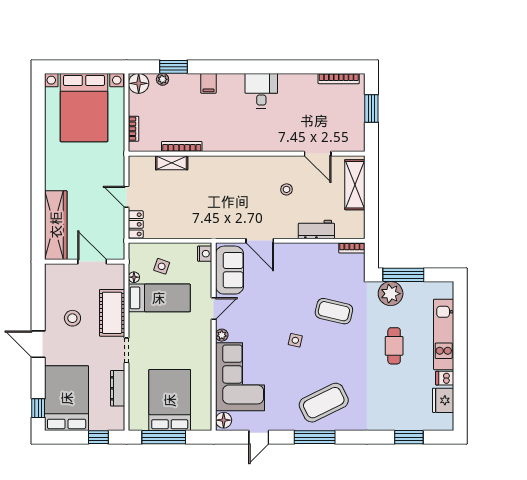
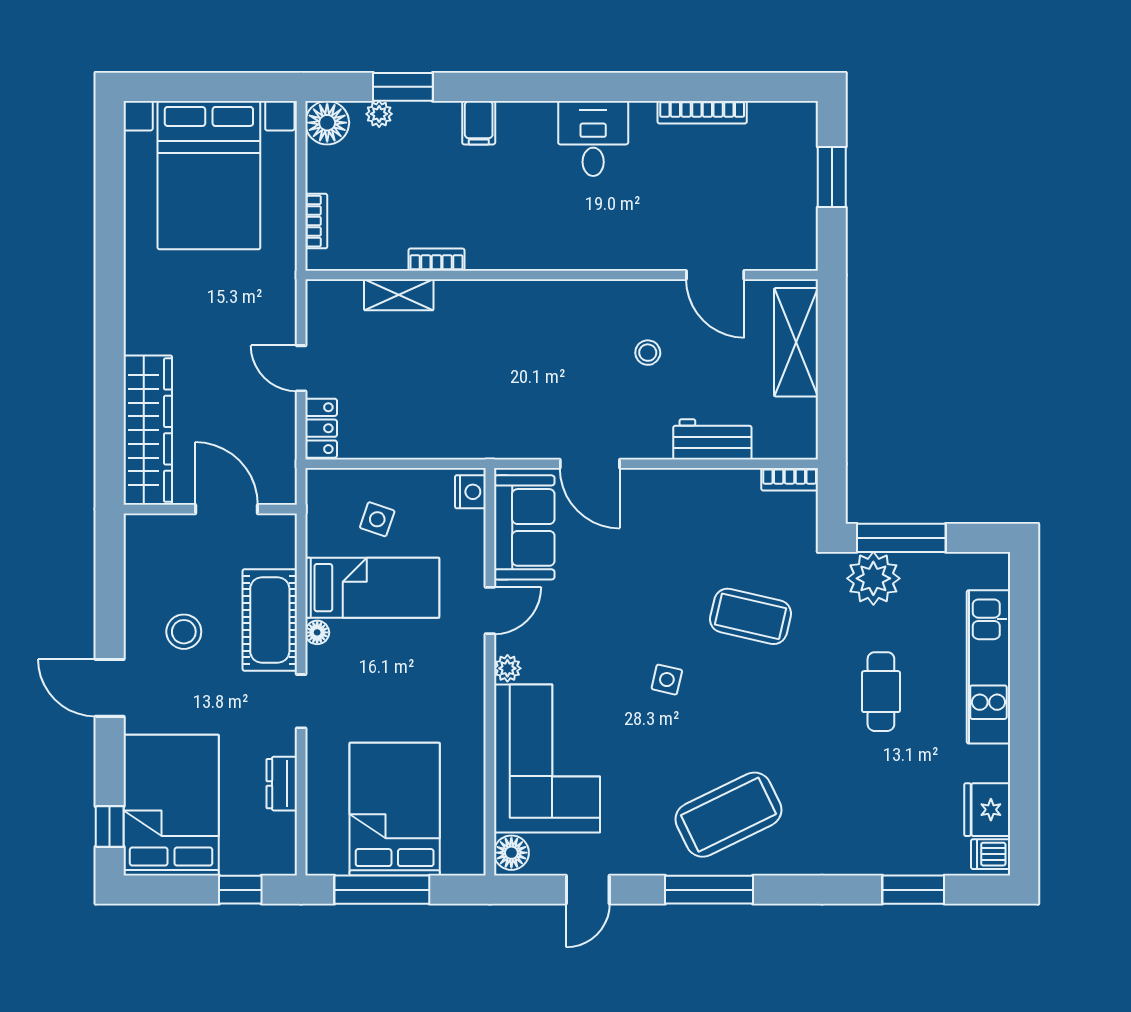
bookcase: (339, 79) -> (702, 112), moved
bookcase: (182, 147) -> (436, 260), width x0.64
floor lamp: (134, 277) -> (317, 632), moved
dishwasher: (445, 378) -> (991, 854), moved
dresser: (118, 388) -> (282, 784), width x0.70

